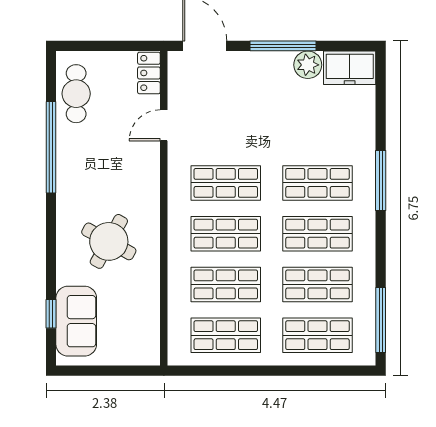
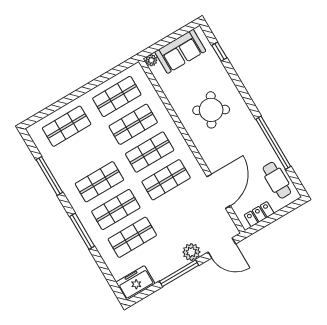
plant: (308, 65) -> (191, 252), moved
locker: (149, 73) -> (259, 214), moved, turned -90
door: (164, 125) -> (219, 191), width x1.88
shop shelf: (317, 284) -> (132, 237), moved
window: (381, 320) -> (49, 176), moved
sofa: (76, 321) -> (180, 51), moved, turned -90
plant: (150, 356) -> (151, 60), added

